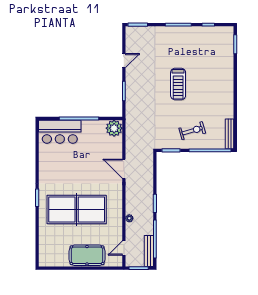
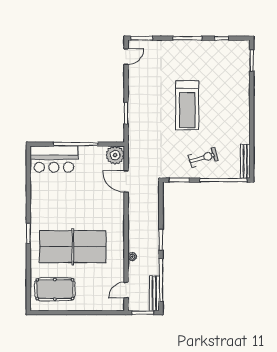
door: (124, 61) -> (126, 57), moved
treadmill: (178, 84) -> (187, 105), width x1.37, depth x1.38
door: (124, 169) -> (126, 181), moved
pool table: (87, 255) -> (55, 289), moved

